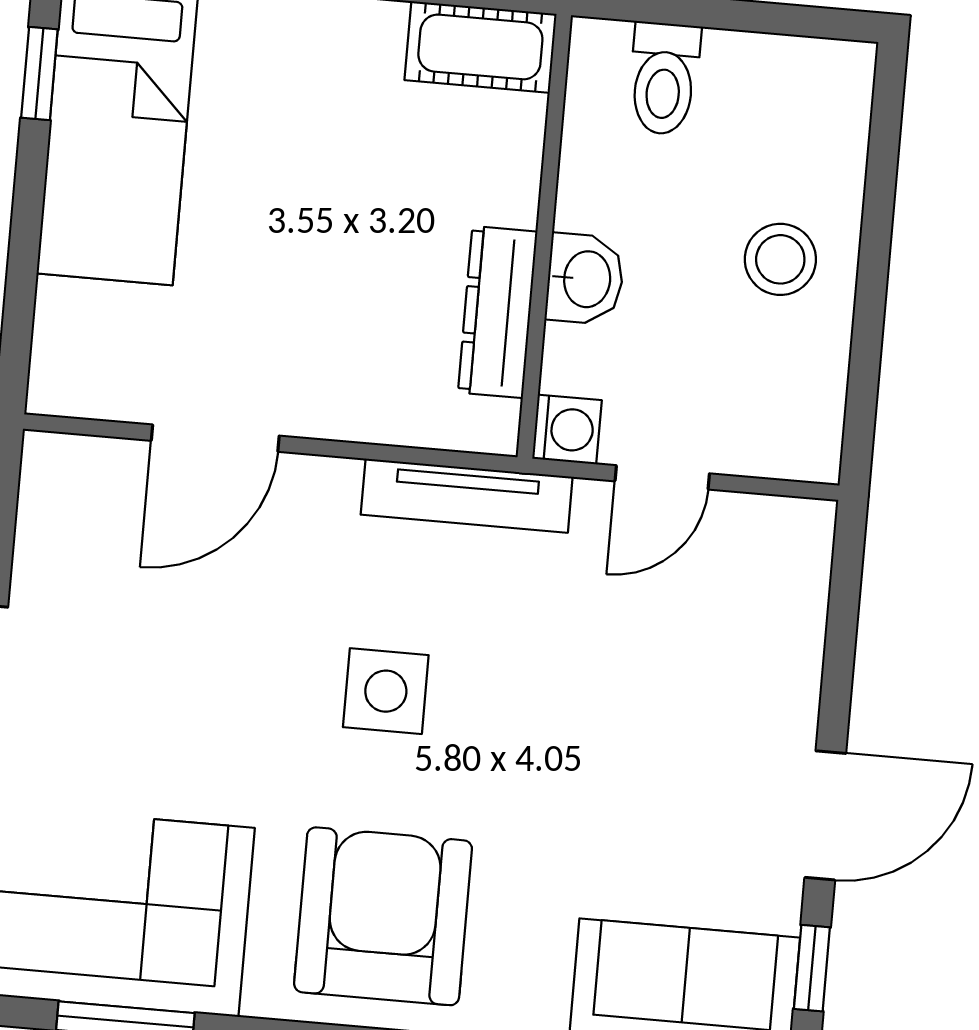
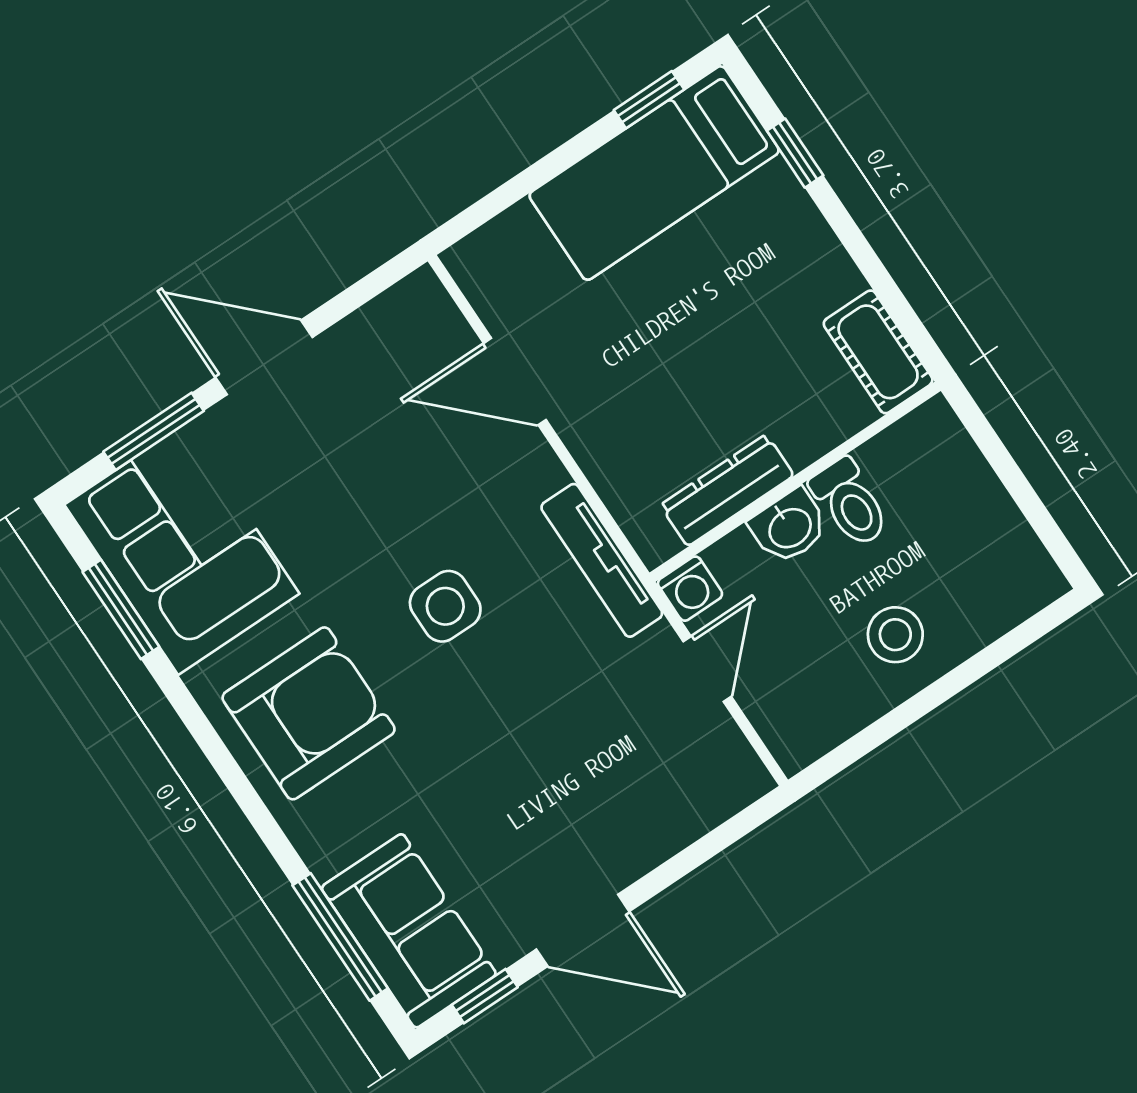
toilet: (664, 78) -> (850, 503), moved, turned -90
door: (662, 477) -> (707, 669), swing flipped

